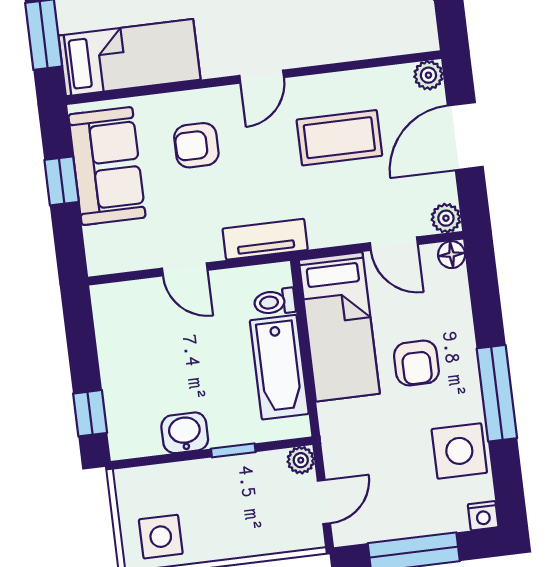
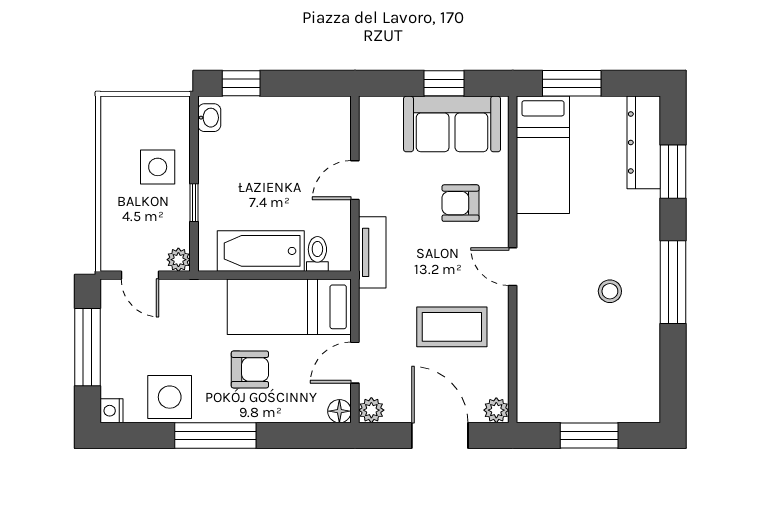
coffee table: (339, 138) -> (452, 327), turned 90
armchair: (196, 145) -> (461, 203), turned -90
armchair: (416, 363) -> (250, 369), turned 180
washbasin: (185, 433) -> (209, 118), moved, width x0.72, depth x0.69
side table: (161, 537) -> (158, 167), moved

